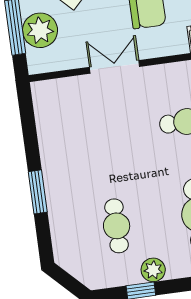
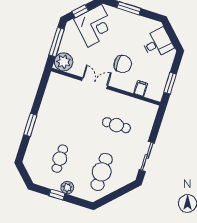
plant: (40, 30) -> (64, 62), moved

